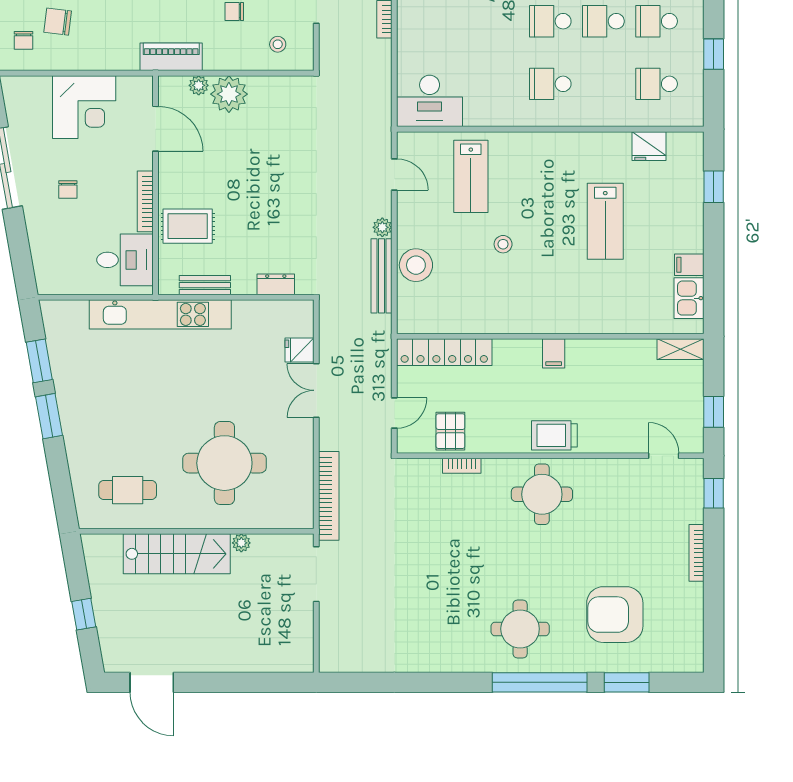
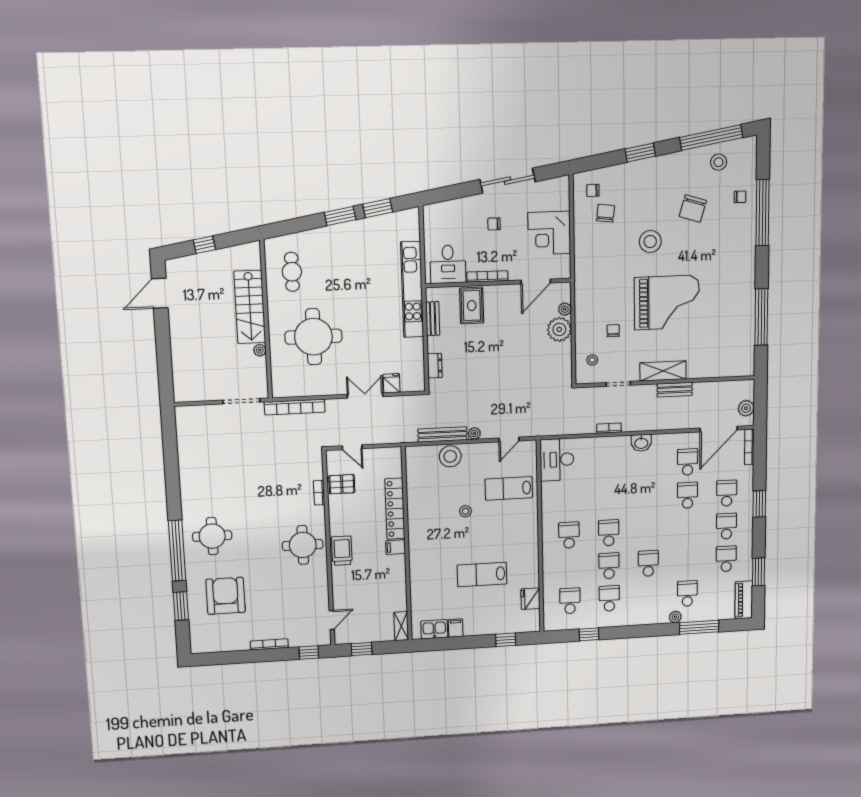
piano: (171, 57) -> (583, 290), removed
locker: (444, 352) -> (395, 509), moved

